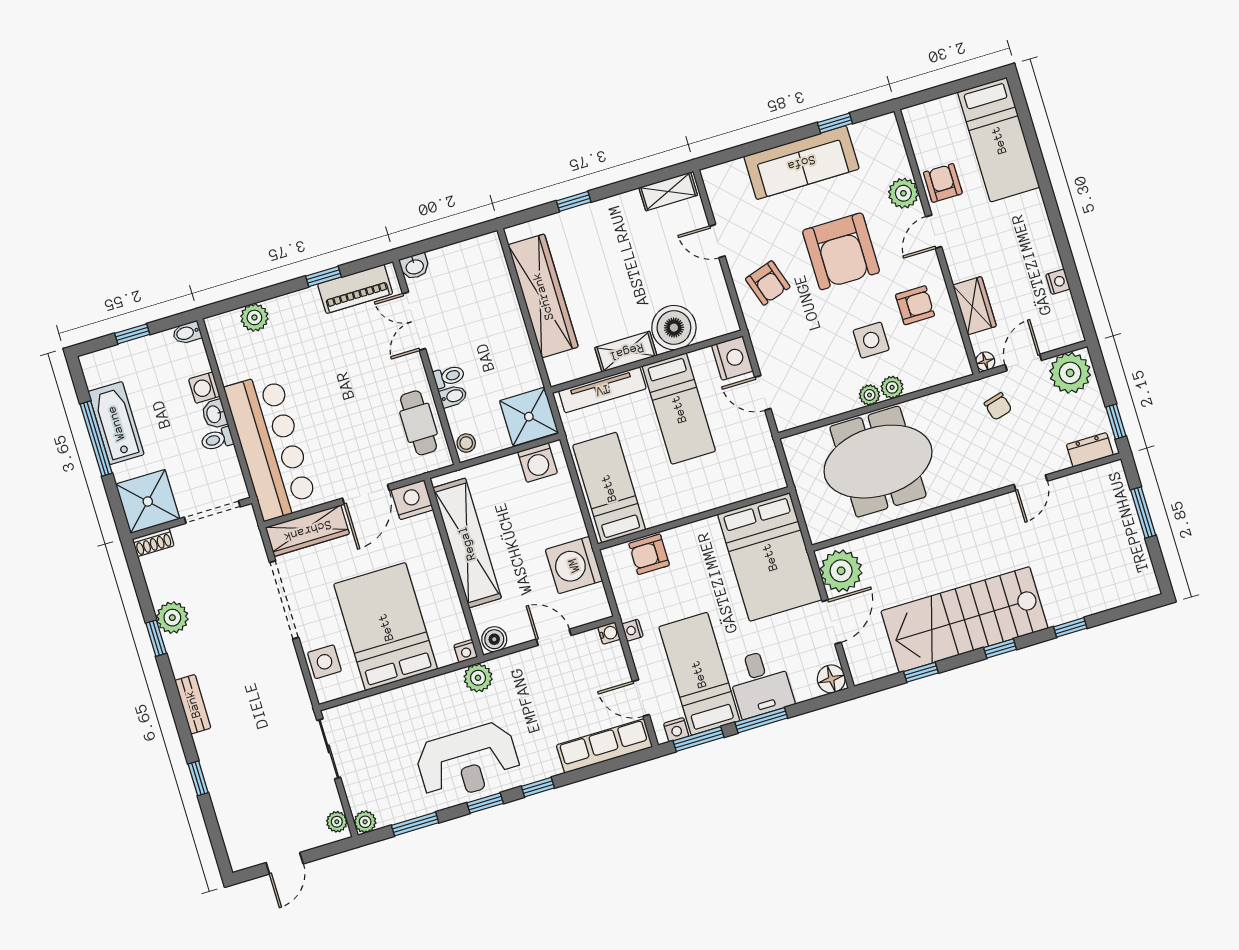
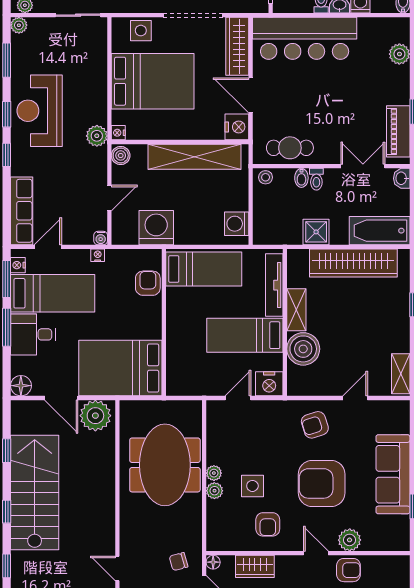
bathtub: (491, 275) -> (380, 231), added
shower: (529, 417) -> (316, 232), moved, width x0.73, depth x0.73

